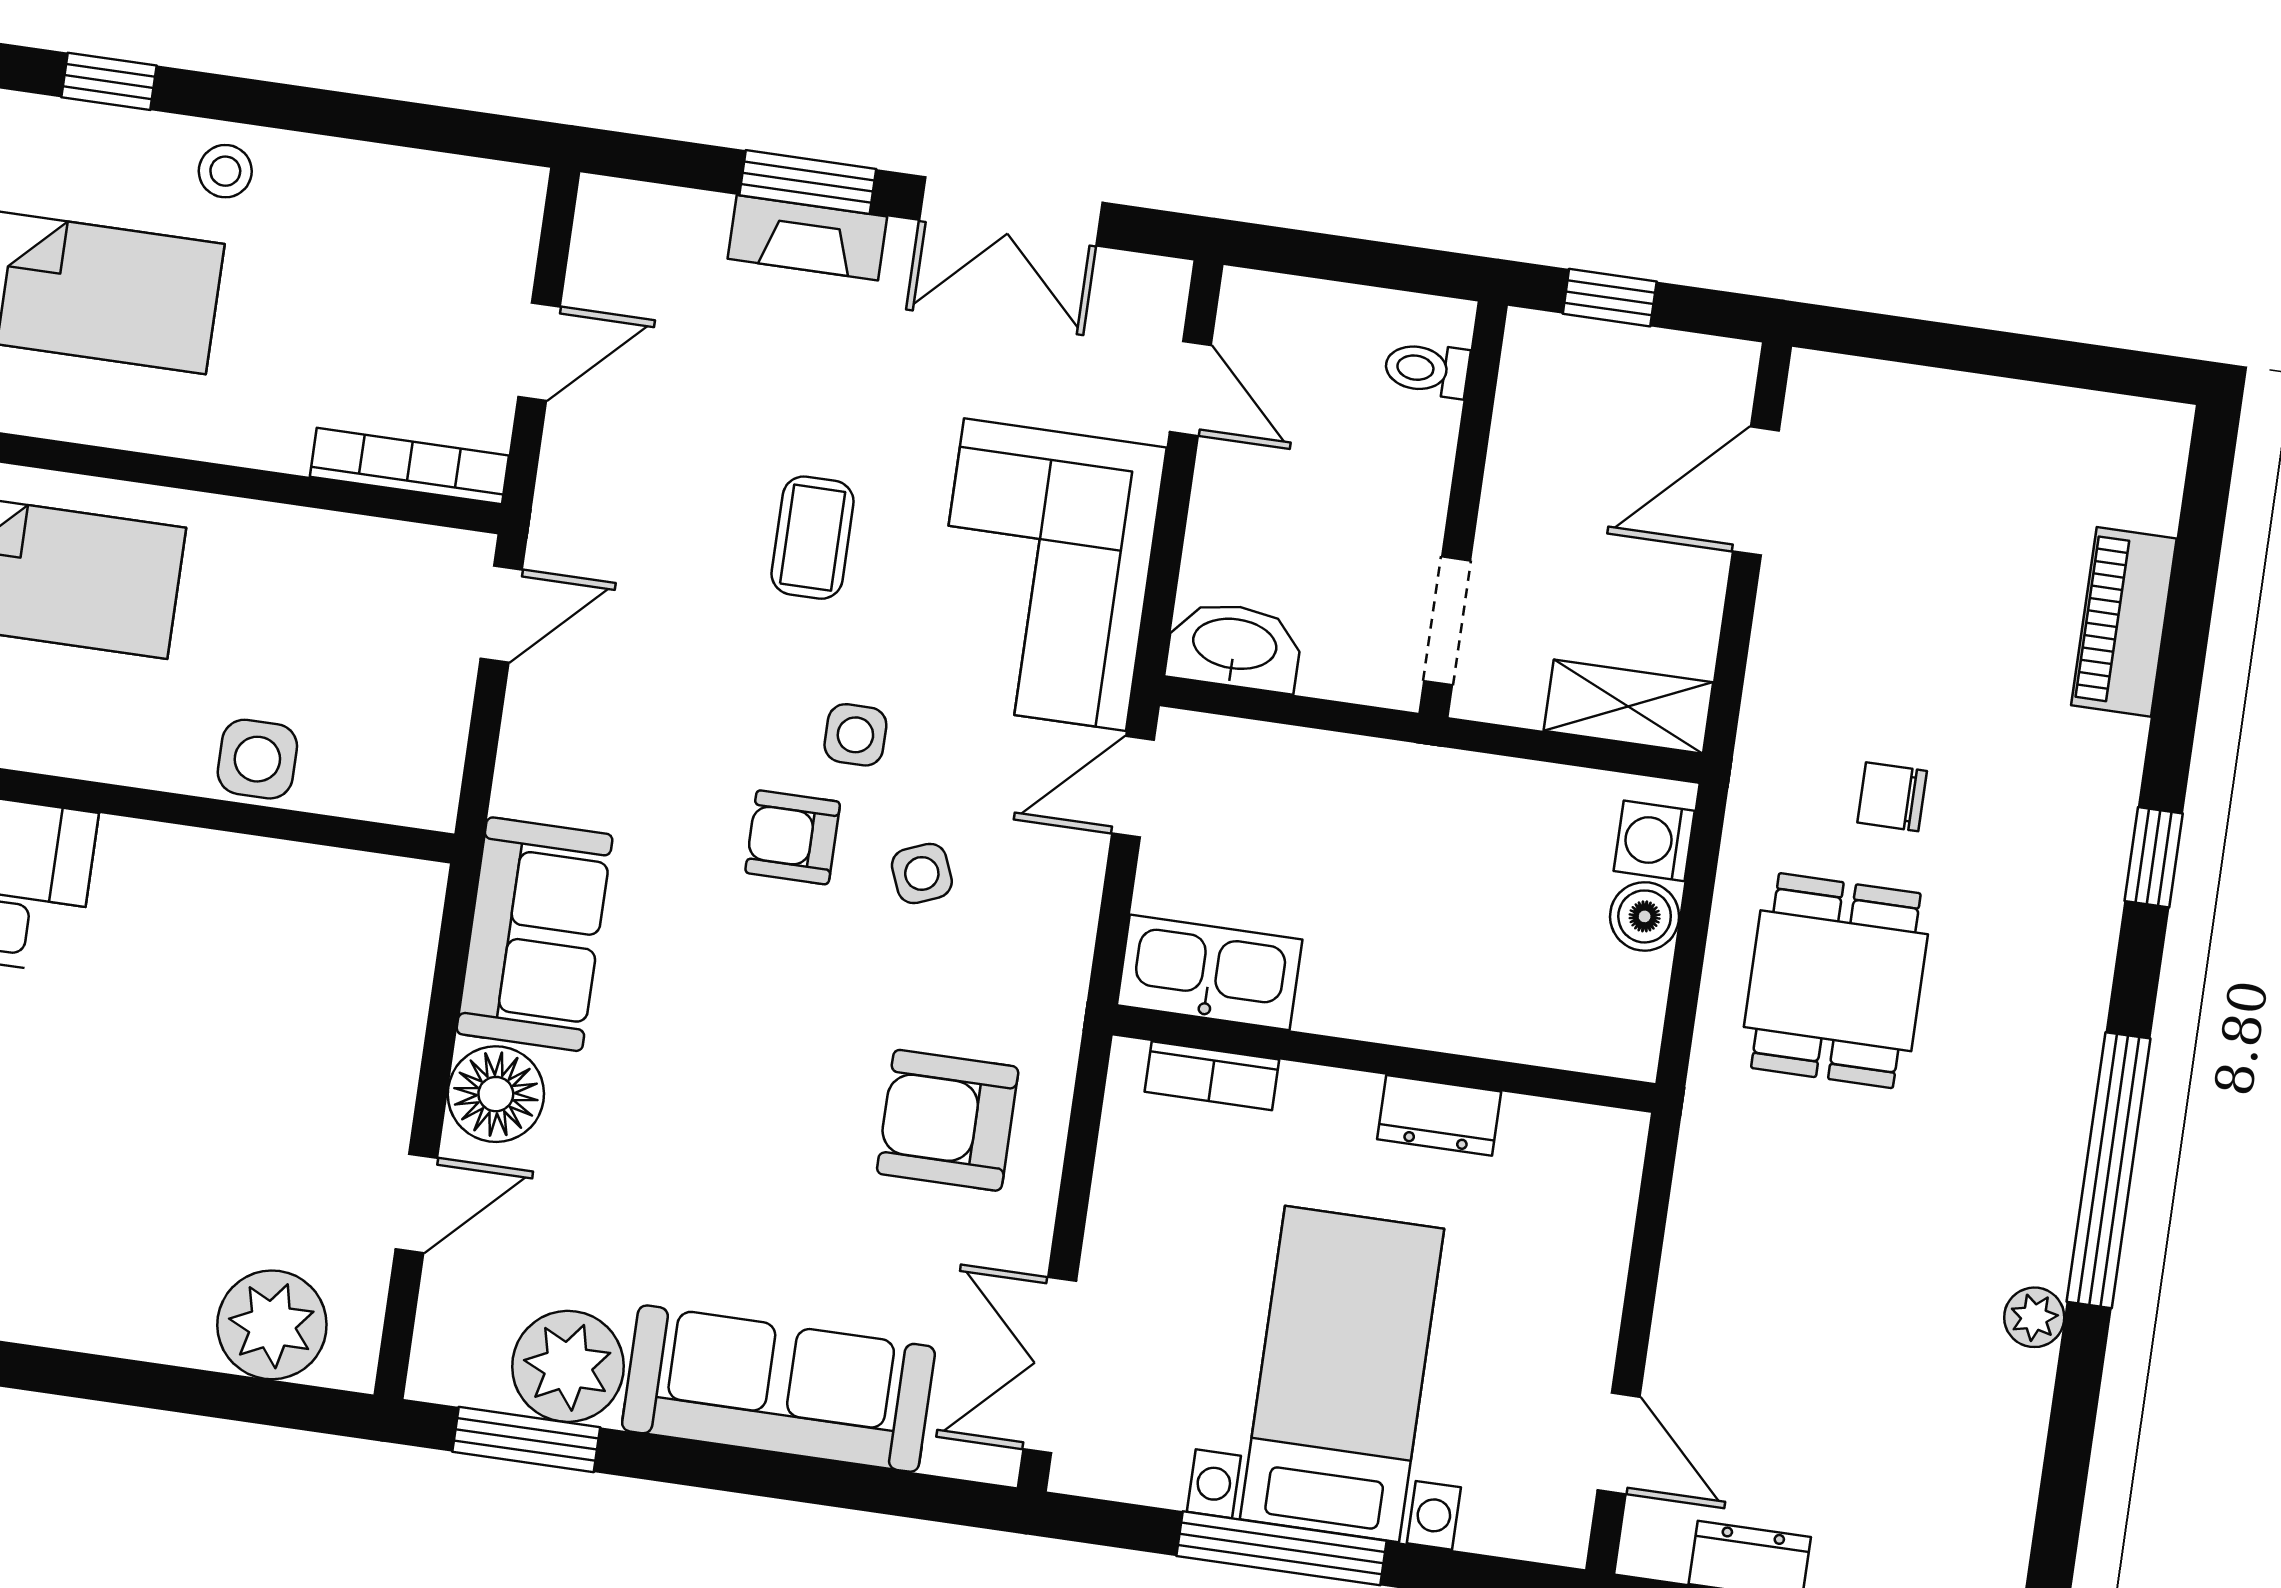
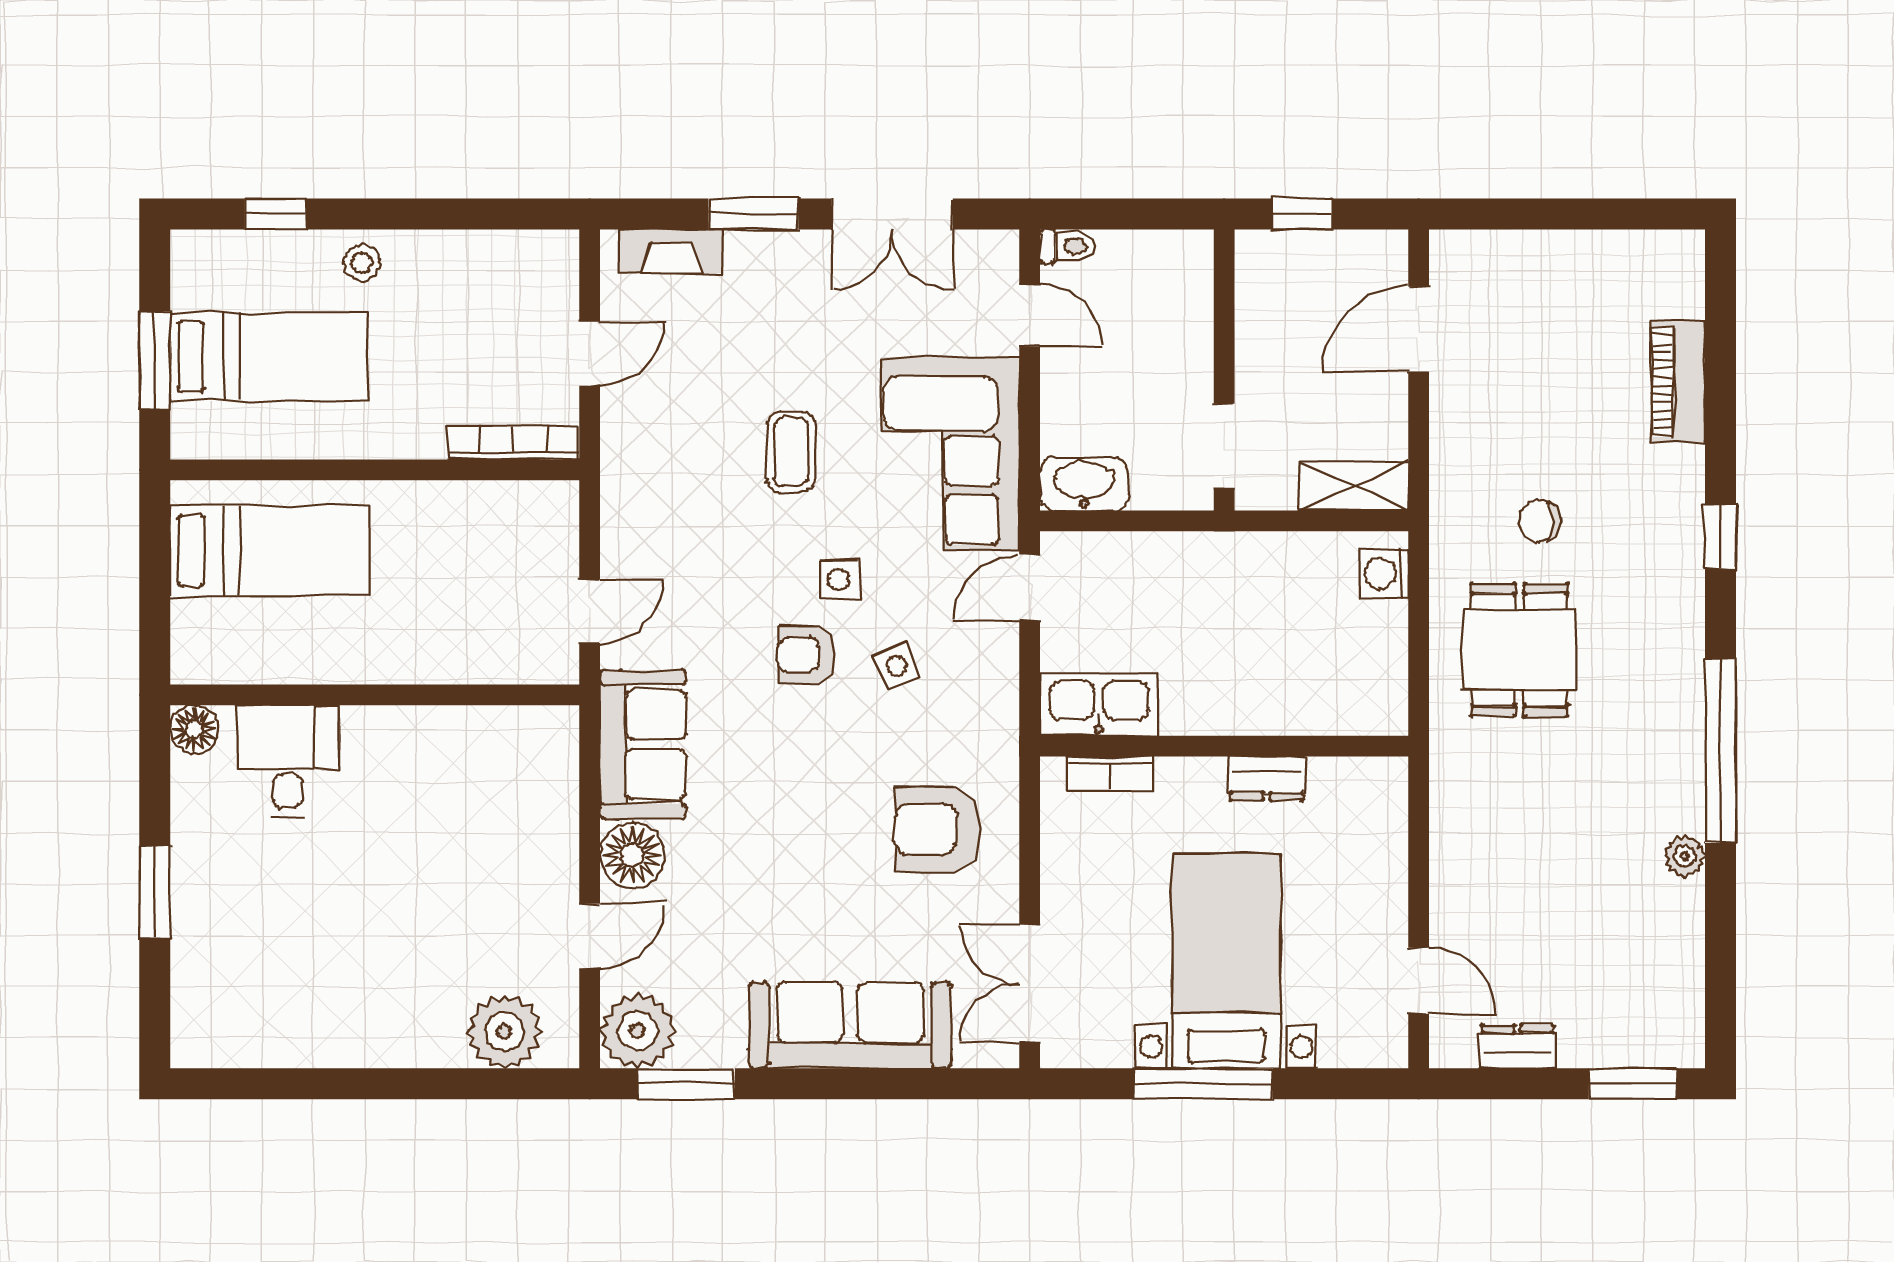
fireplace: (807, 238) -> (671, 251), moved
toilet: (1427, 369) -> (1068, 246), moved, turned 180
door: (501, 614) -> (590, 611), moved
side table: (257, 759) -> (440, 654), removed
boiler: (1645, 916) -> (1385, 625), removed
plant: (568, 1366) -> (638, 1031), moved

